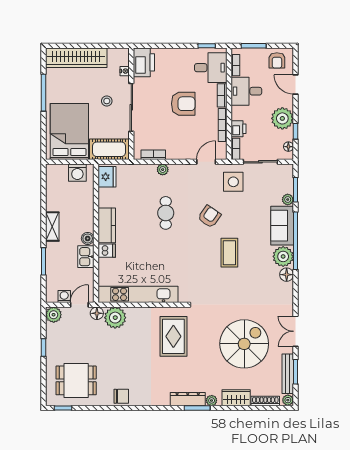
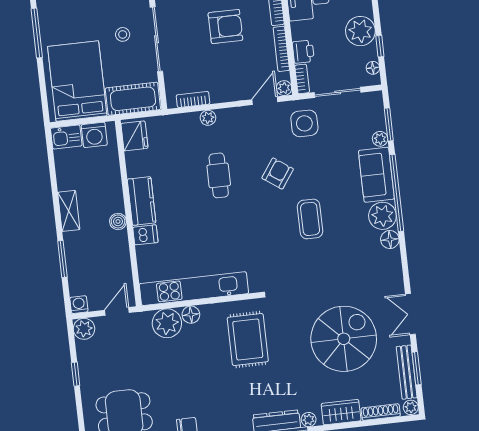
plant: (221, 154) -> (284, 88), added
kitchen sink: (86, 257) -> (66, 137), moved, turned -90
washing machine: (64, 296) -> (79, 305), moved
floor lamp: (97, 313) -> (191, 315), moved

